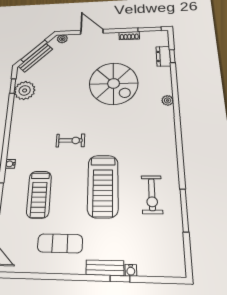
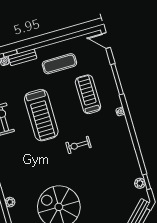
plant: (25, 90) -> (140, 183), width x0.53, depth x0.53
treadmill: (103, 186) -> (41, 115), turned 180

